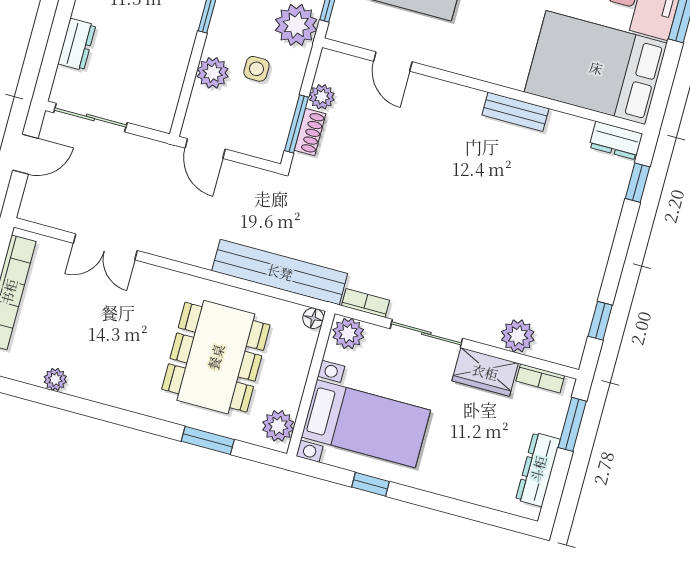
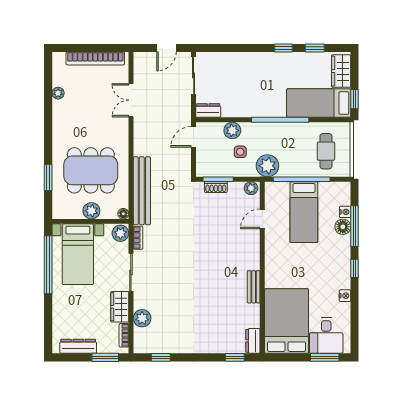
dresser: (77, 44) -> (208, 111), moved, turned 180
plant: (322, 97) -> (251, 188), moved
door: (25, 154) -> (166, 48), hinge flipped
plant: (278, 426) -> (91, 211), moved
window: (370, 484) -> (48, 265), width x3.17

